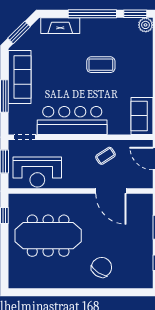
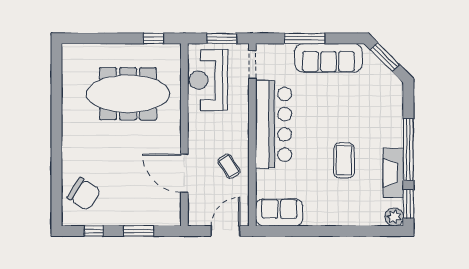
fireplace: (60, 26) -> (393, 173), moved
door: (111, 191) -> (184, 173), hinge flipped
meeting table: (48, 236) -> (128, 94), turned 90
chair: (102, 267) -> (84, 194), moved

